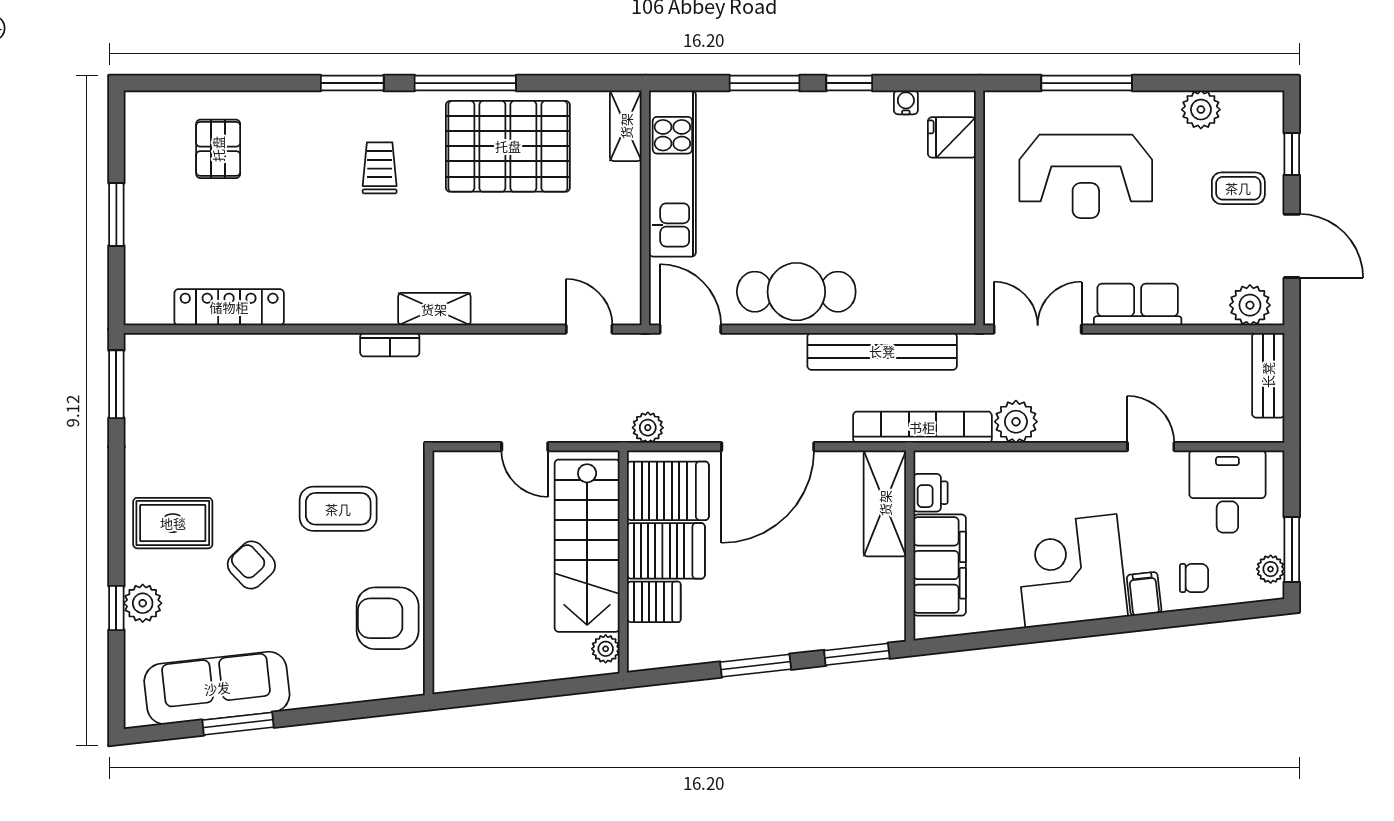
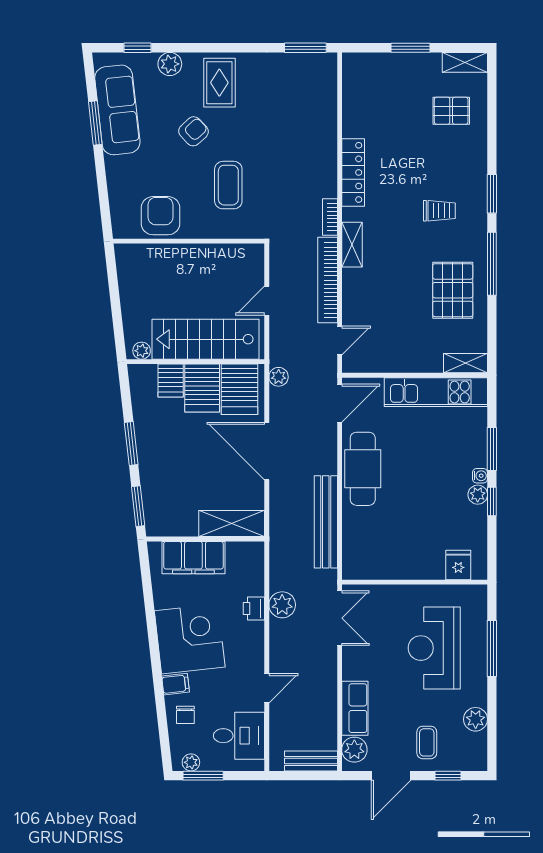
water cooler: (906, 102) -> (480, 476), moved
plant: (838, 106) -> (478, 495), added
shelving: (140, 127) -> (465, 62), added
pallet: (508, 146) -> (453, 290), width x0.73, depth x0.71
row of seats: (1138, 304) -> (355, 708), moved
locker: (229, 307) -> (353, 172), moved
bookcase: (922, 427) -> (328, 280), moved, turned 180
printer: (931, 493) -> (254, 609), moved, turned 90
window: (116, 608) -> (138, 48), moved

